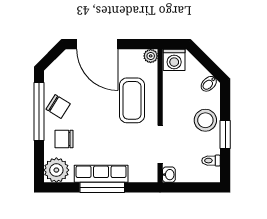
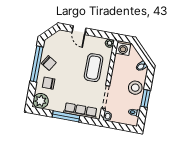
door: (97, 44) -> (79, 30), width x0.53
row of seats: (101, 174) -> (81, 111), moved

